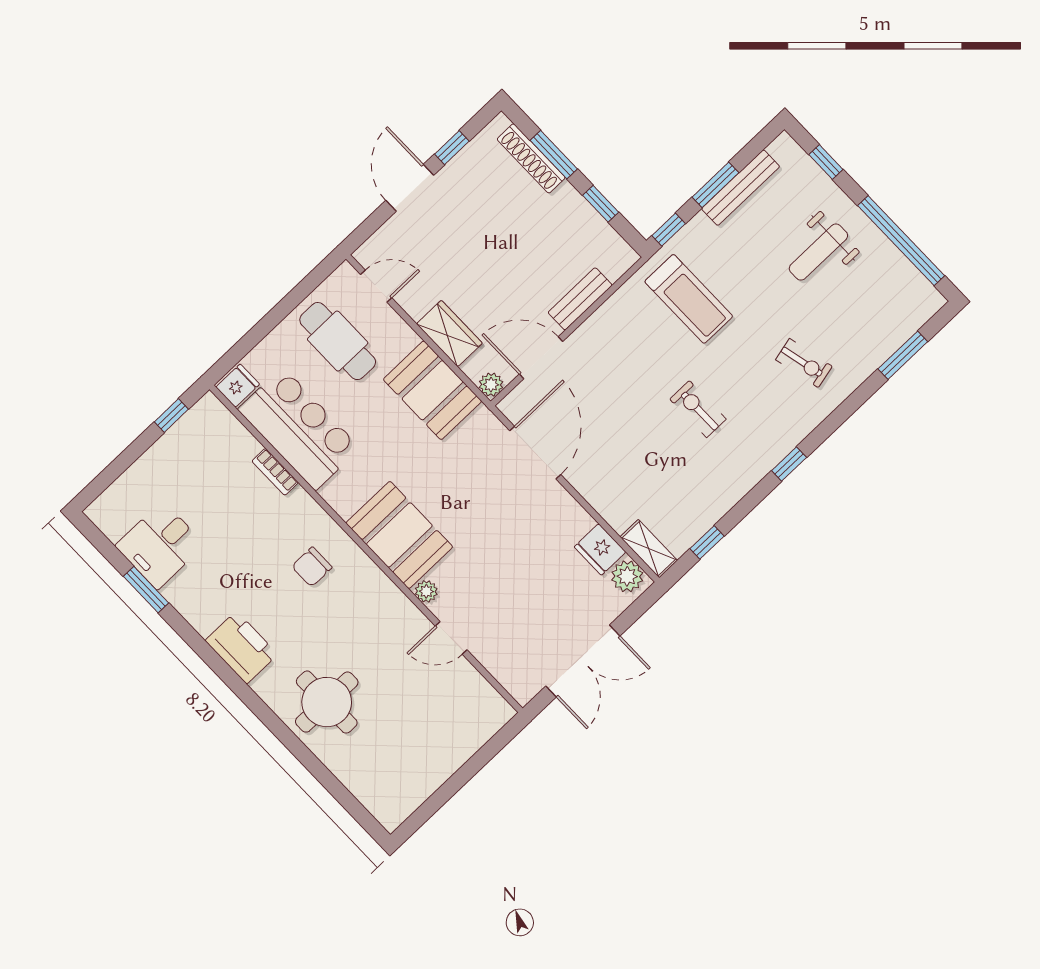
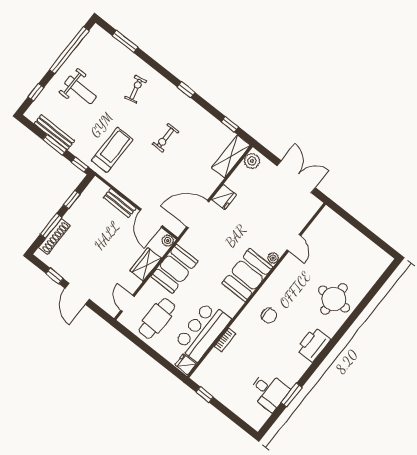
door: (410, 188) -> (77, 294), hinge flipped
fridge: (600, 549) -> (224, 197), moved
shelving: (649, 549) -> (231, 157), width x1.50, depth x1.33

